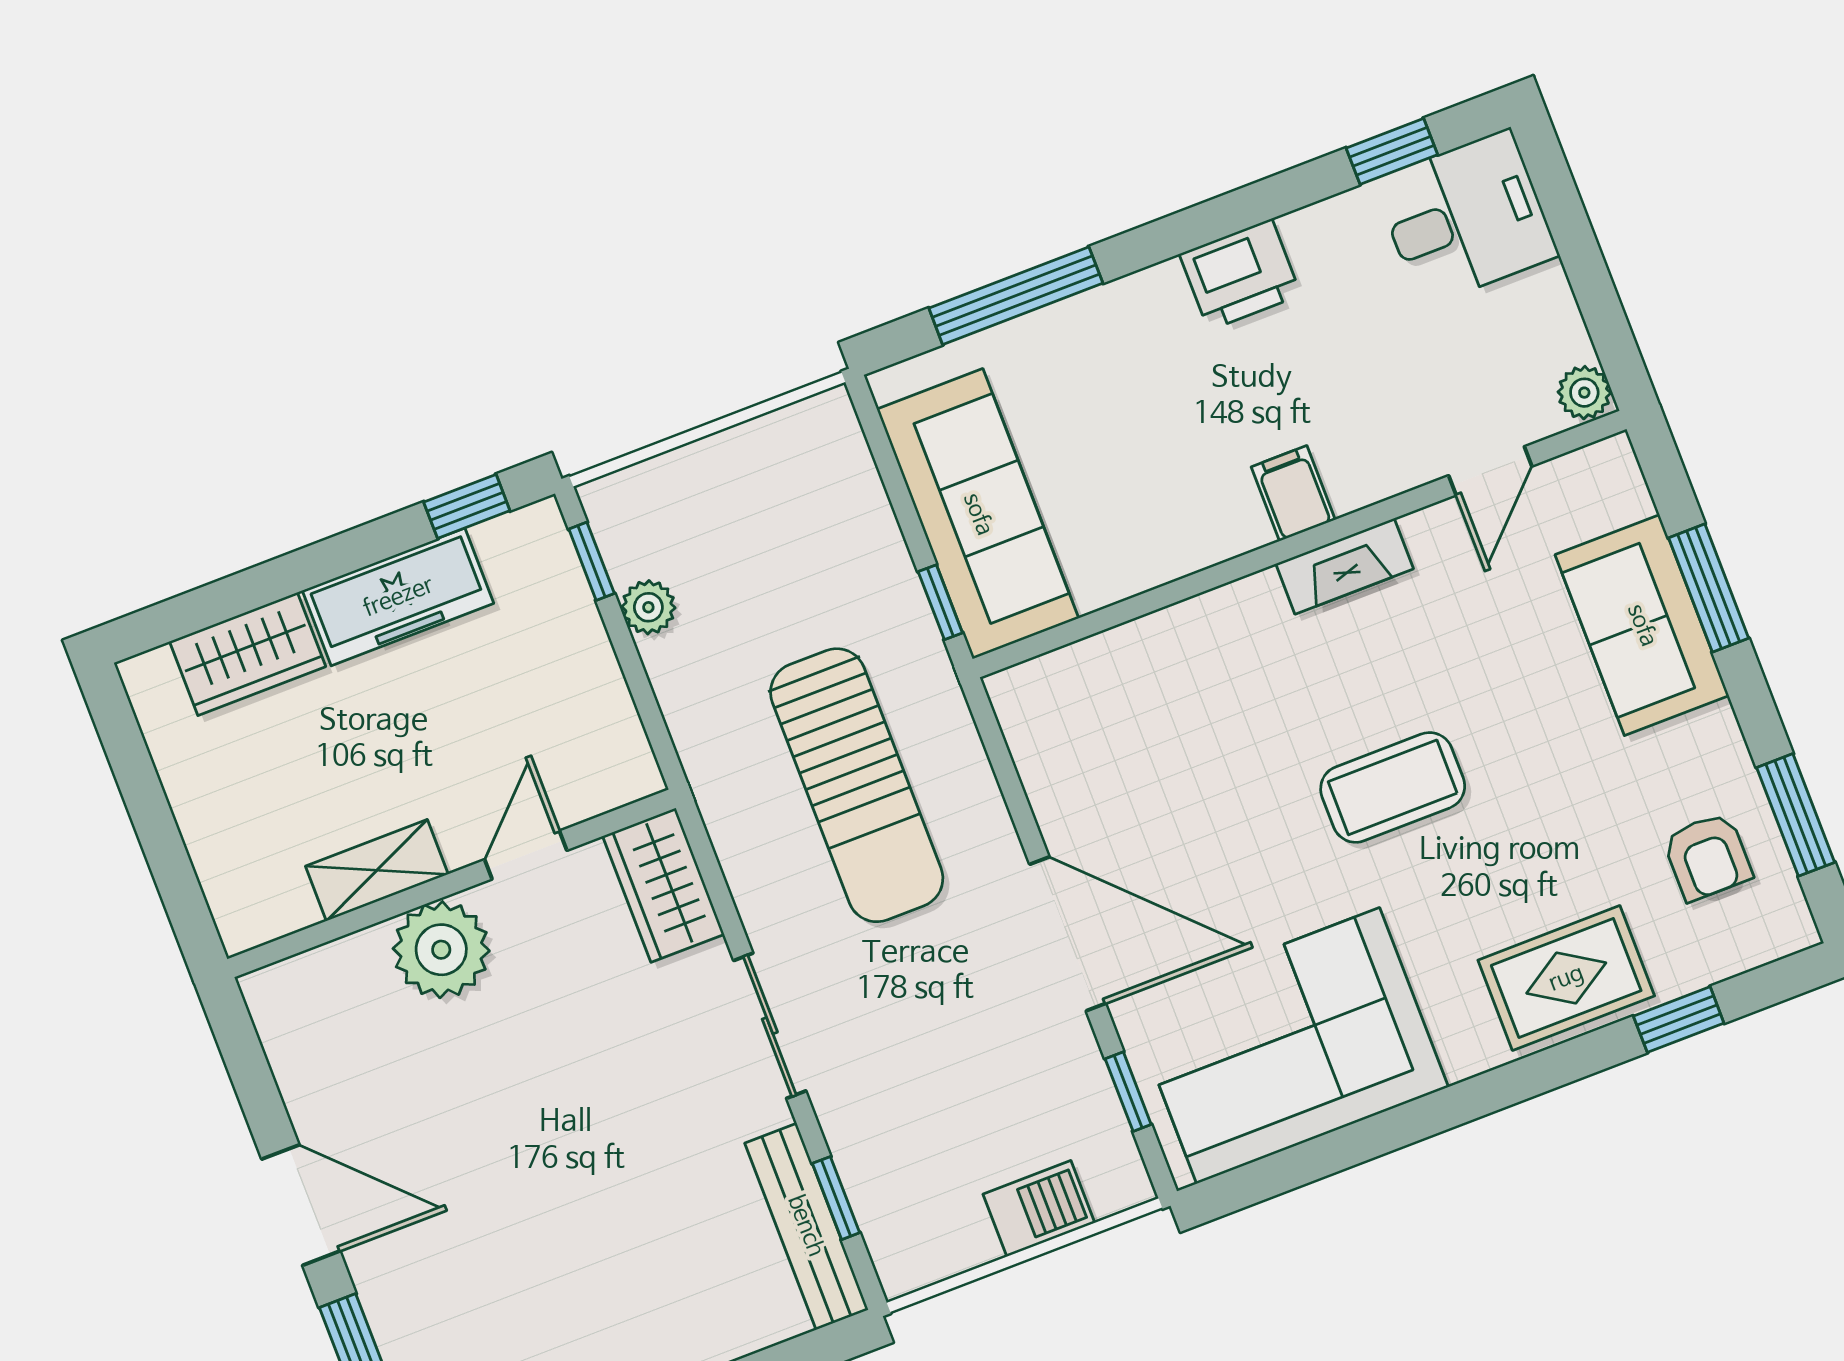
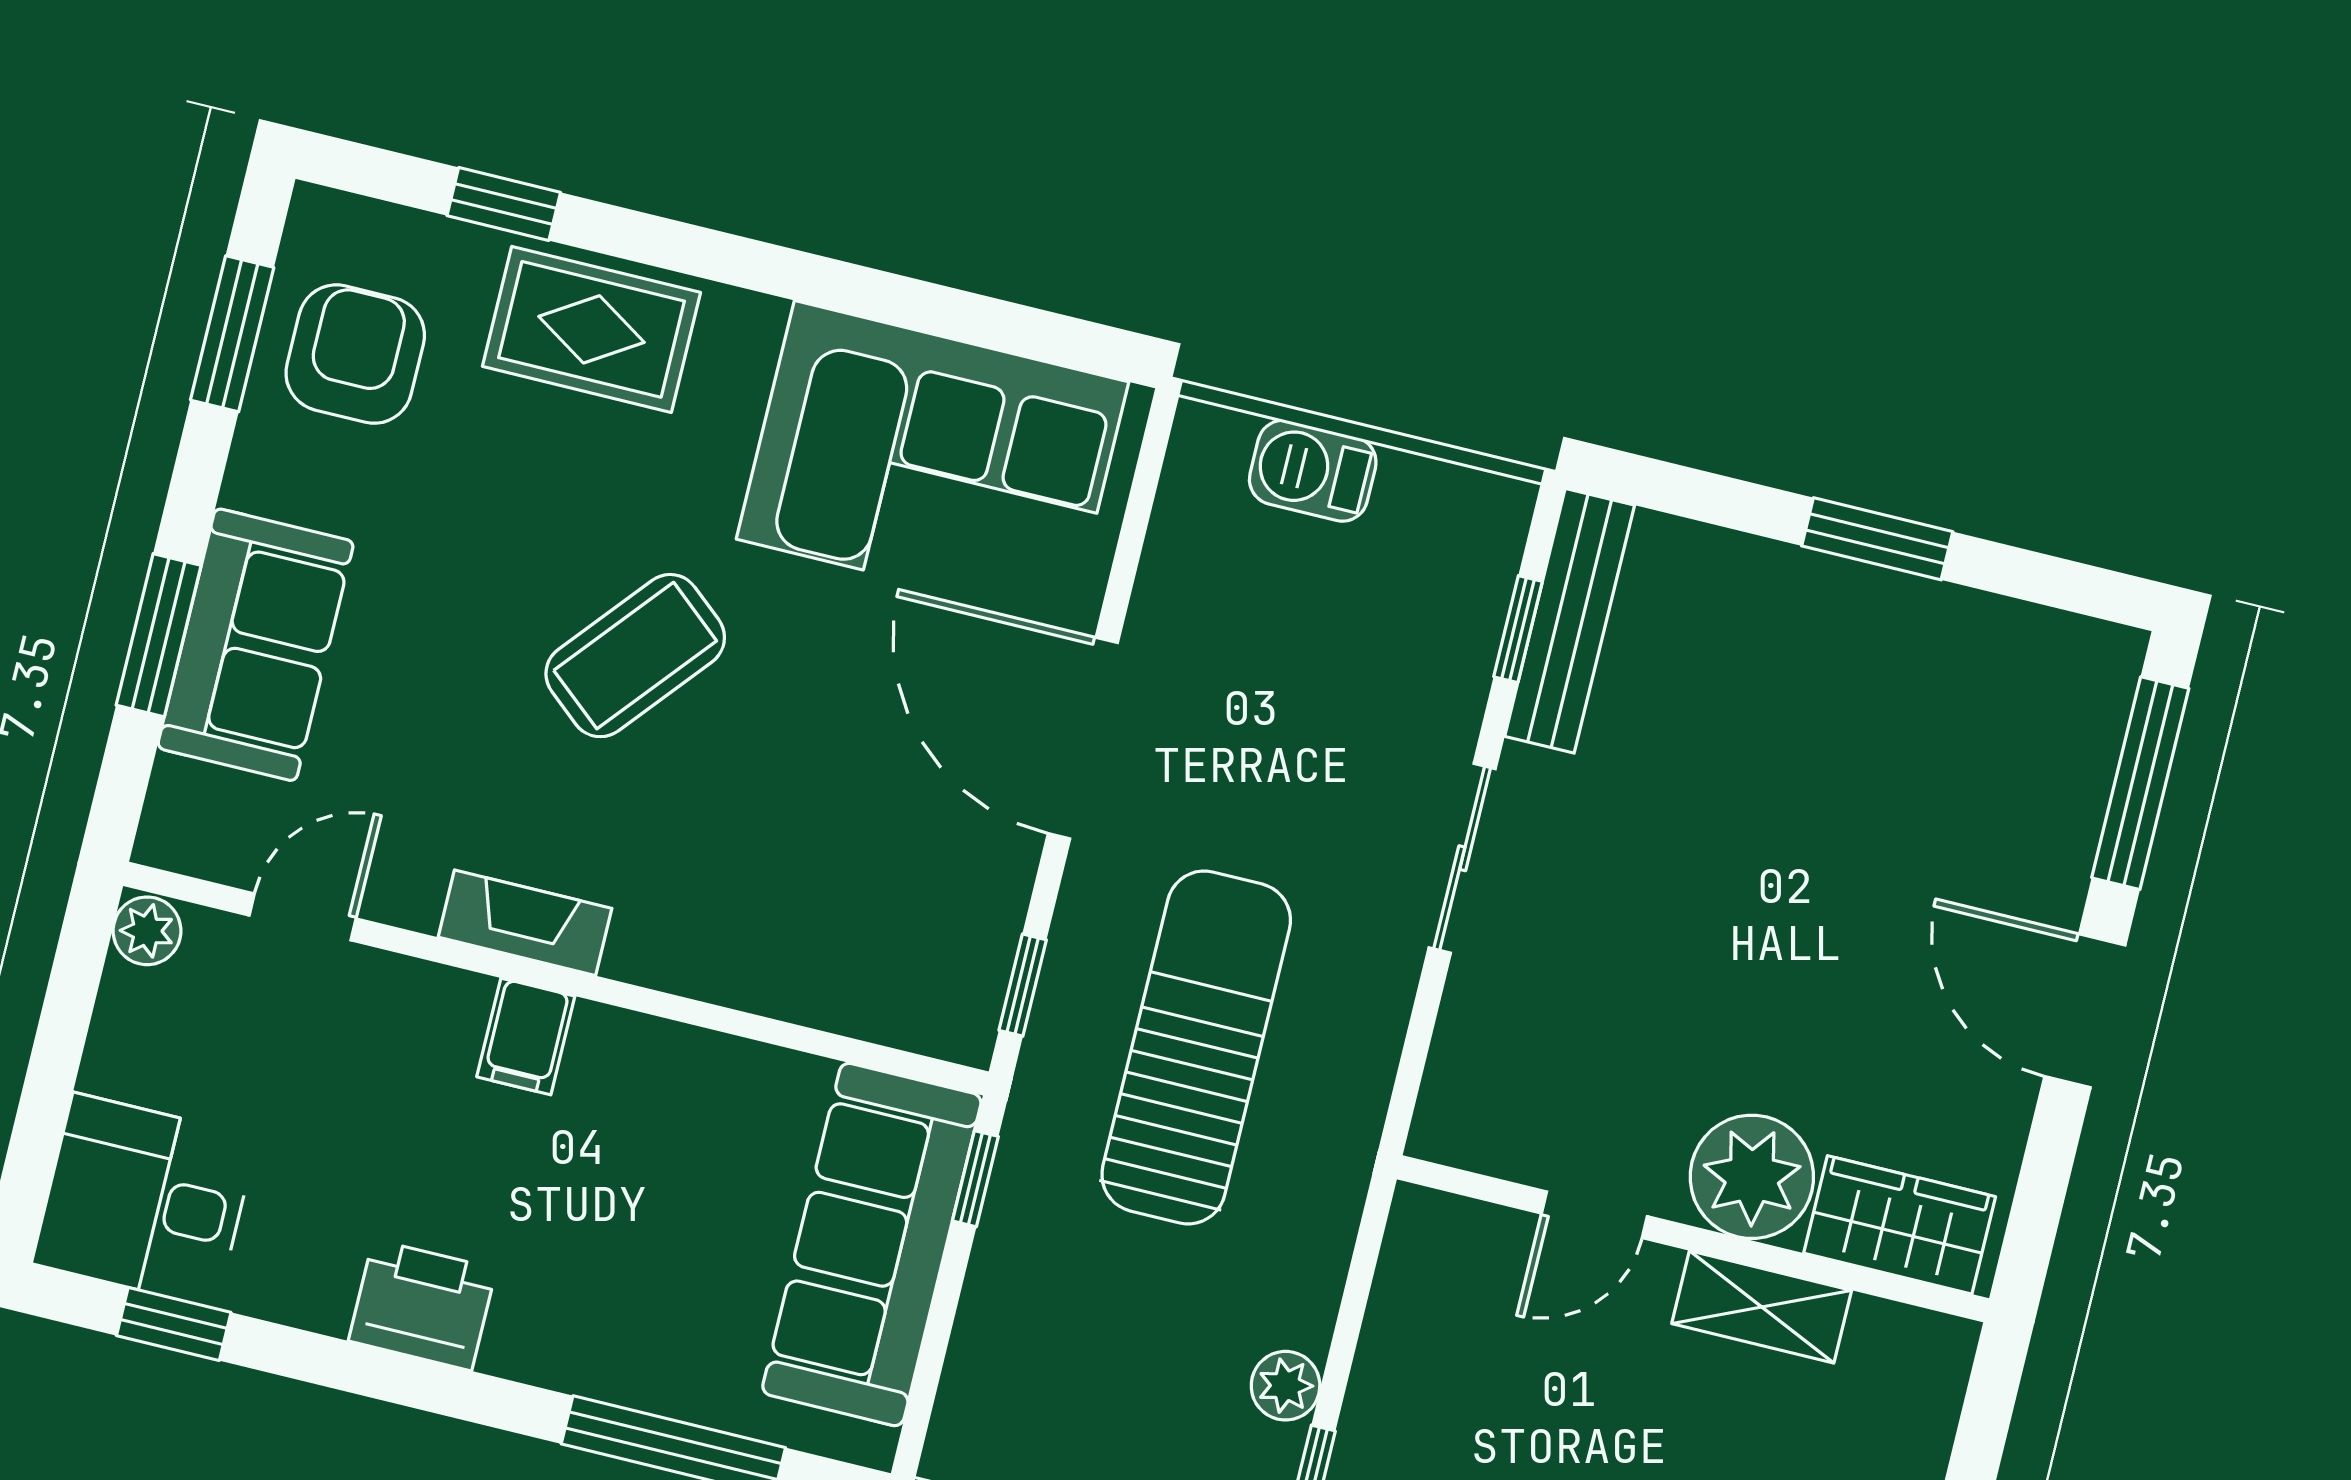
coffee table: (1393, 787) -> (635, 656), turned -50
armchair: (1707, 857) -> (355, 354), width x1.38, depth x1.38
wardrobe: (663, 885) -> (1900, 1225), moved, turned -90
window: (1128, 1092) -> (1023, 985), moved

